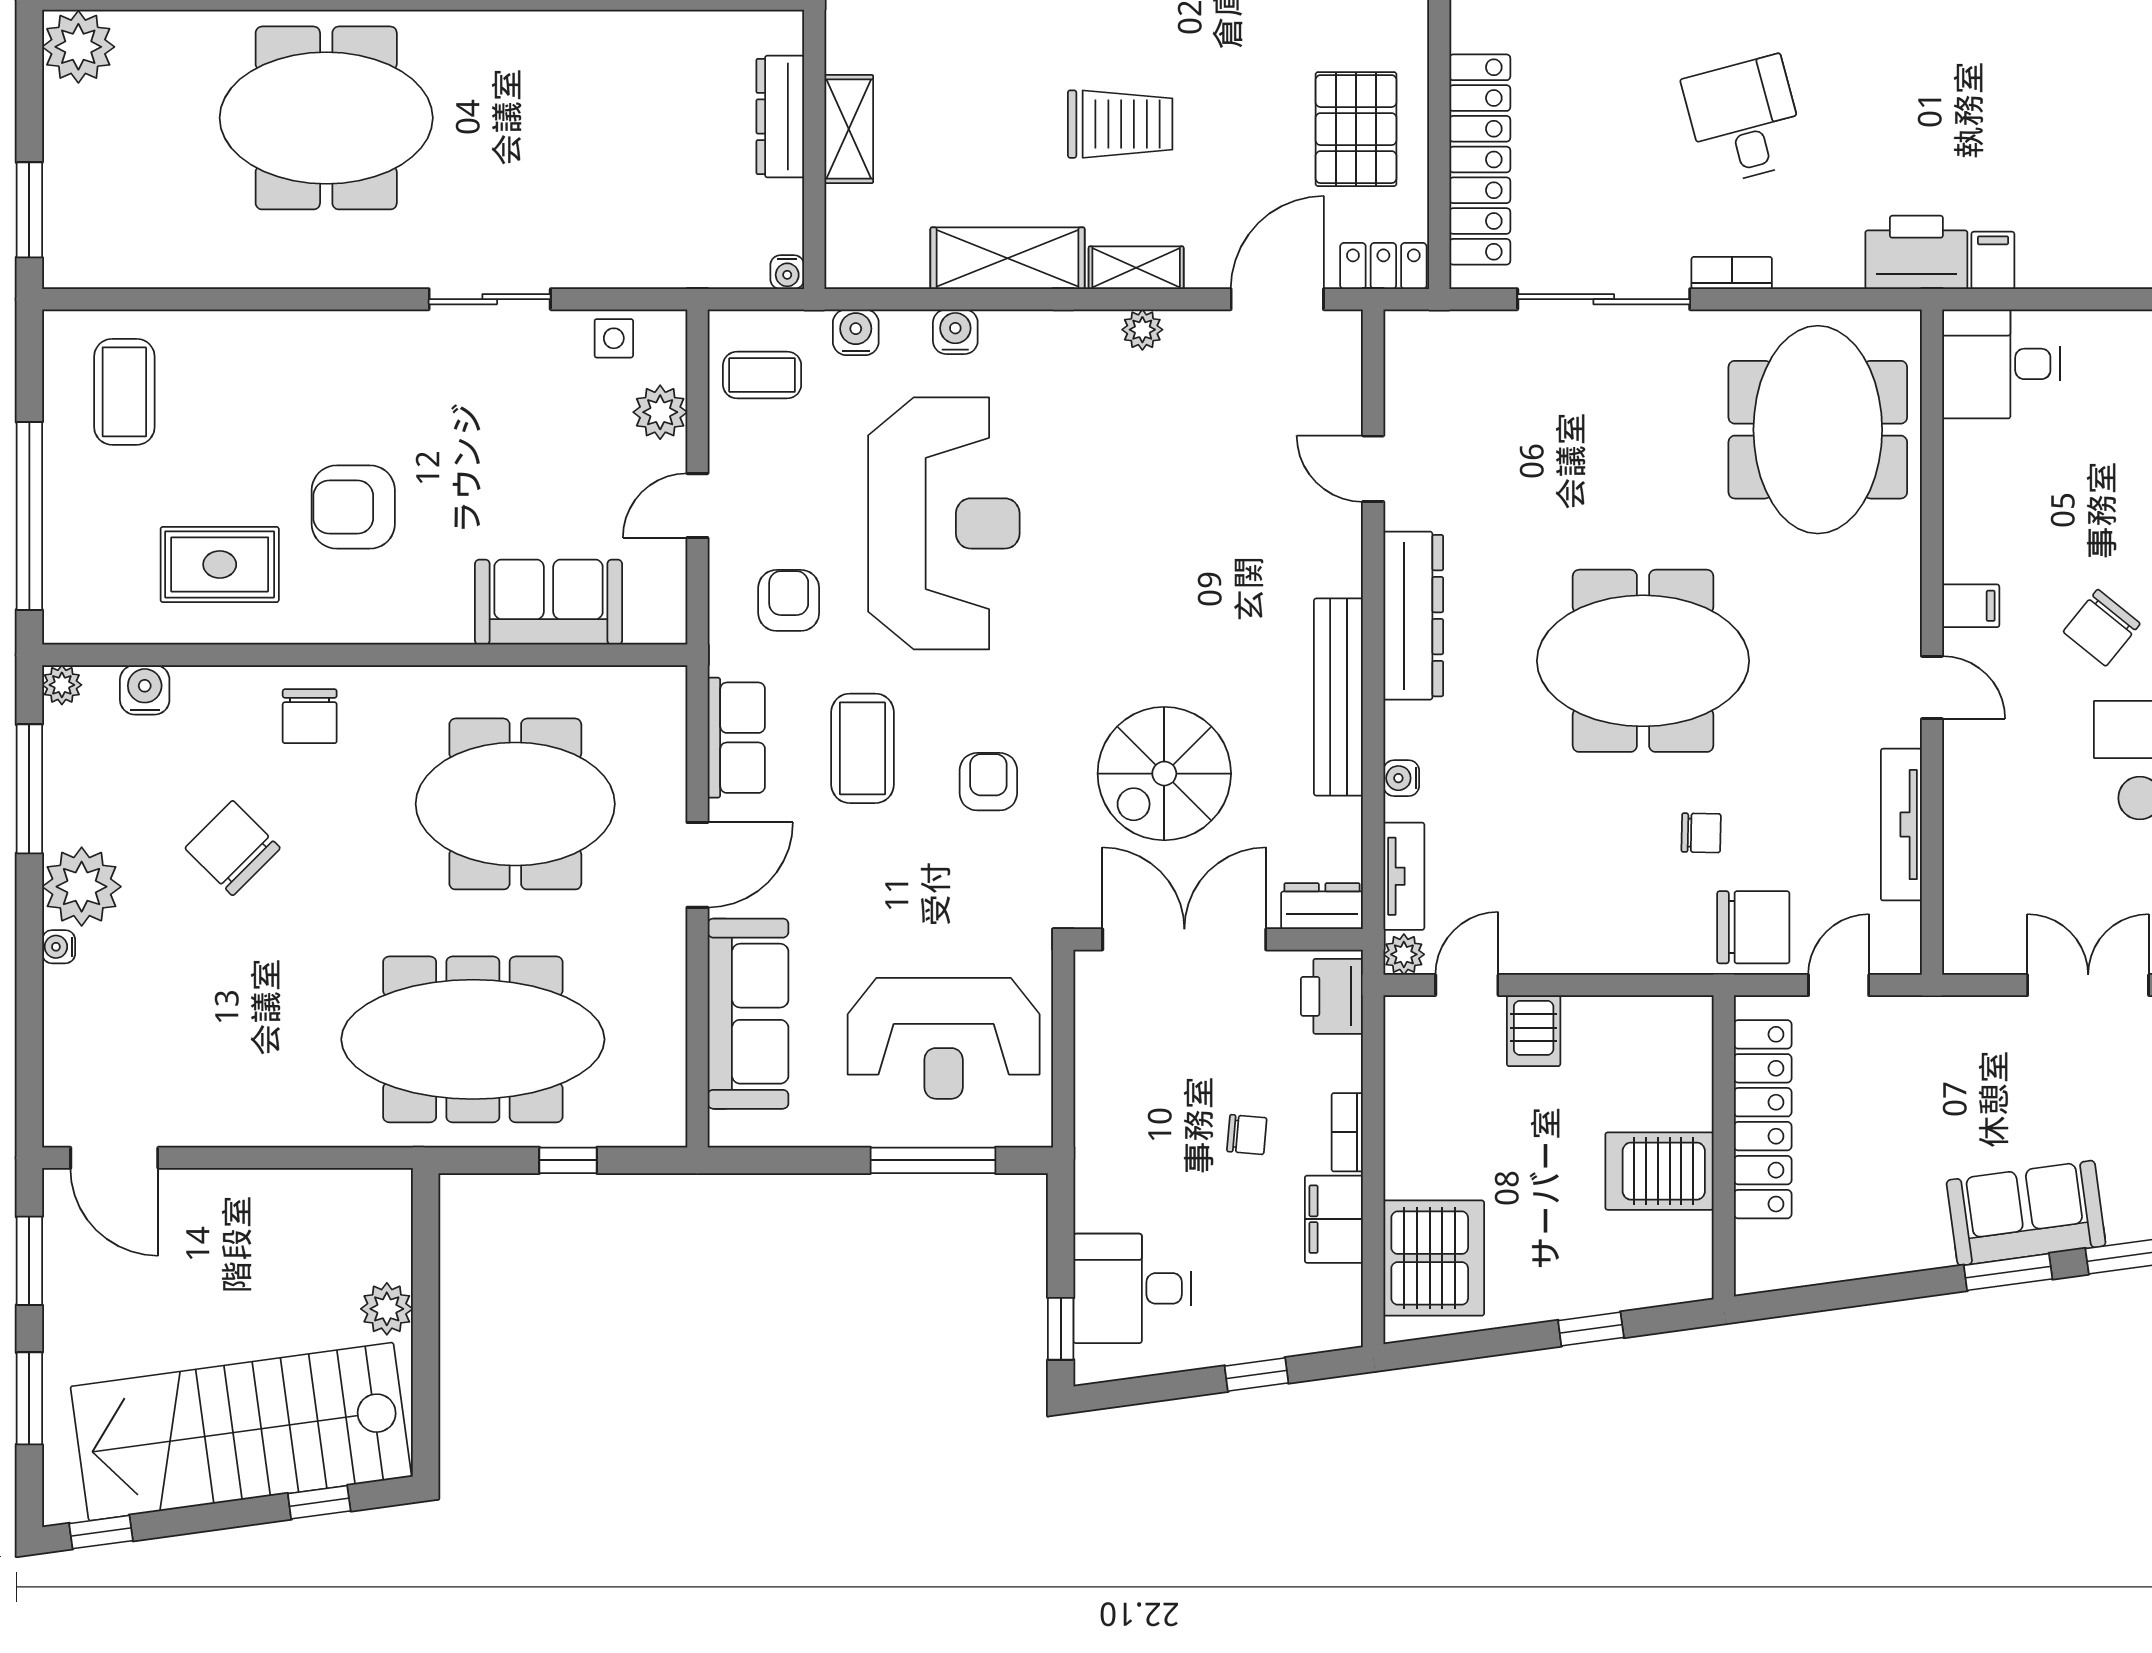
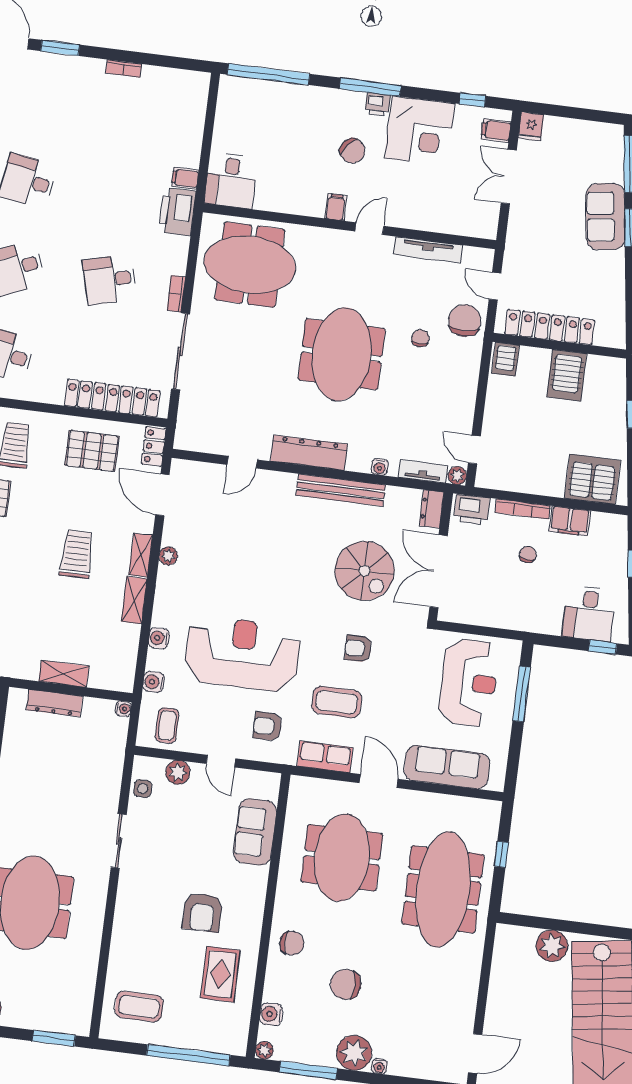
shelving: (1008, 258) -> (134, 600), width x0.67, depth x0.75
chair: (233, 848) -> (346, 984), turned 45
server rack: (1534, 1031) -> (506, 359), moved, turned 90
bookcase: (1347, 1132) -> (523, 509), width x1.56
plant: (387, 1309) -> (552, 946), width x1.36, depth x1.36

